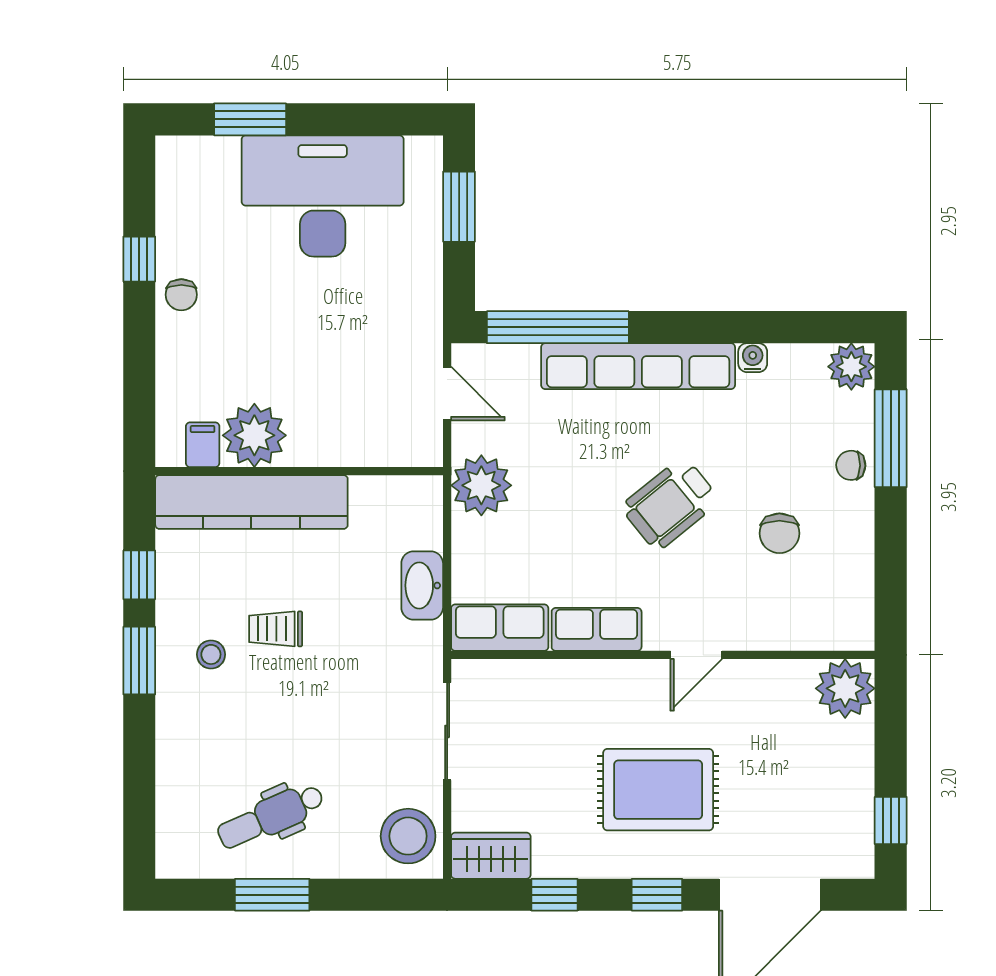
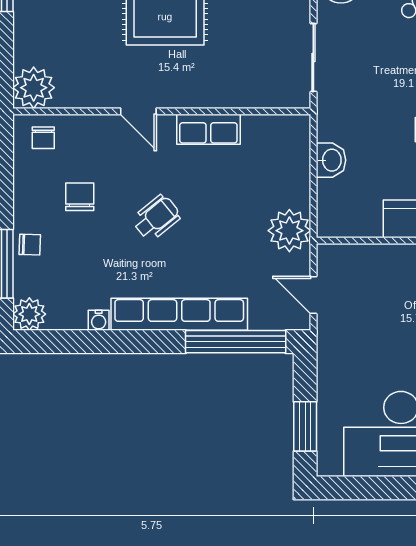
wheelchair: (670, 504) -> (156, 218), width x0.73, depth x0.73
washbasin: (422, 585) -> (331, 160), width x0.72
chair: (831, 617) -> (43, 138), added
row of seats: (500, 628) -> (276, 130), removed
door: (696, 655) -> (138, 111), swing flipped

